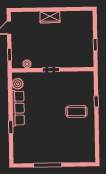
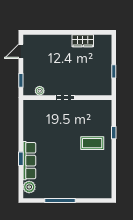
wardrobe: (50, 17) -> (83, 41), moved
plant: (18, 84) -> (29, 187), moved
row of seats: (18, 108) -> (29, 161), moved

